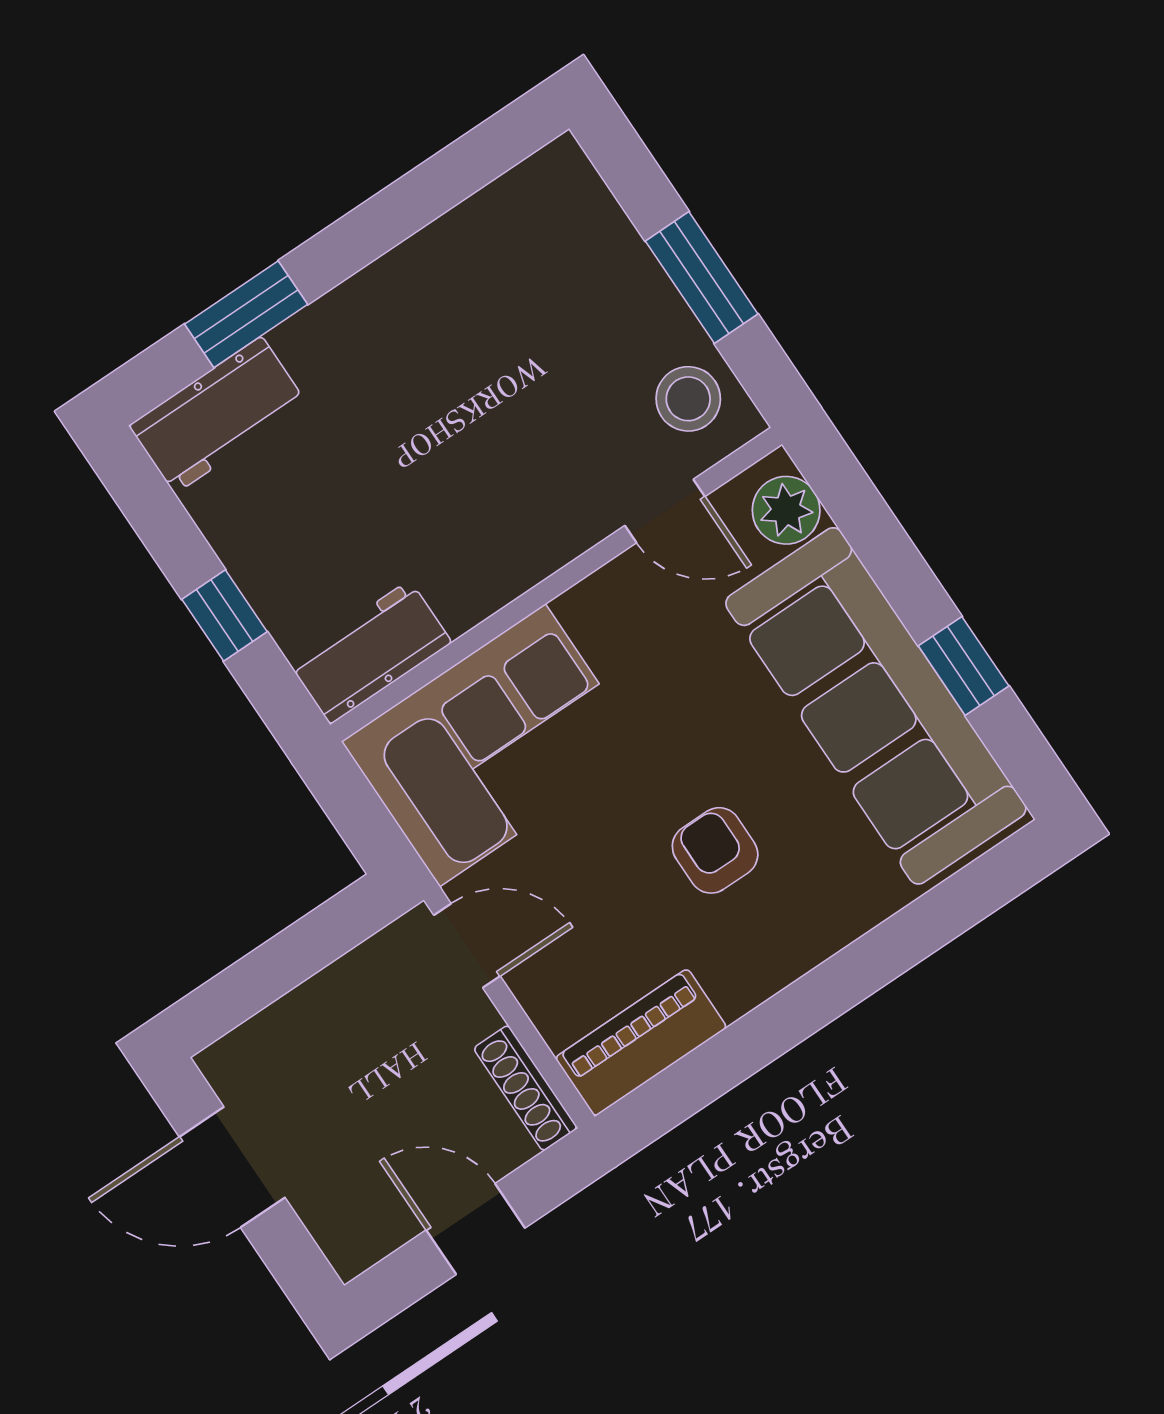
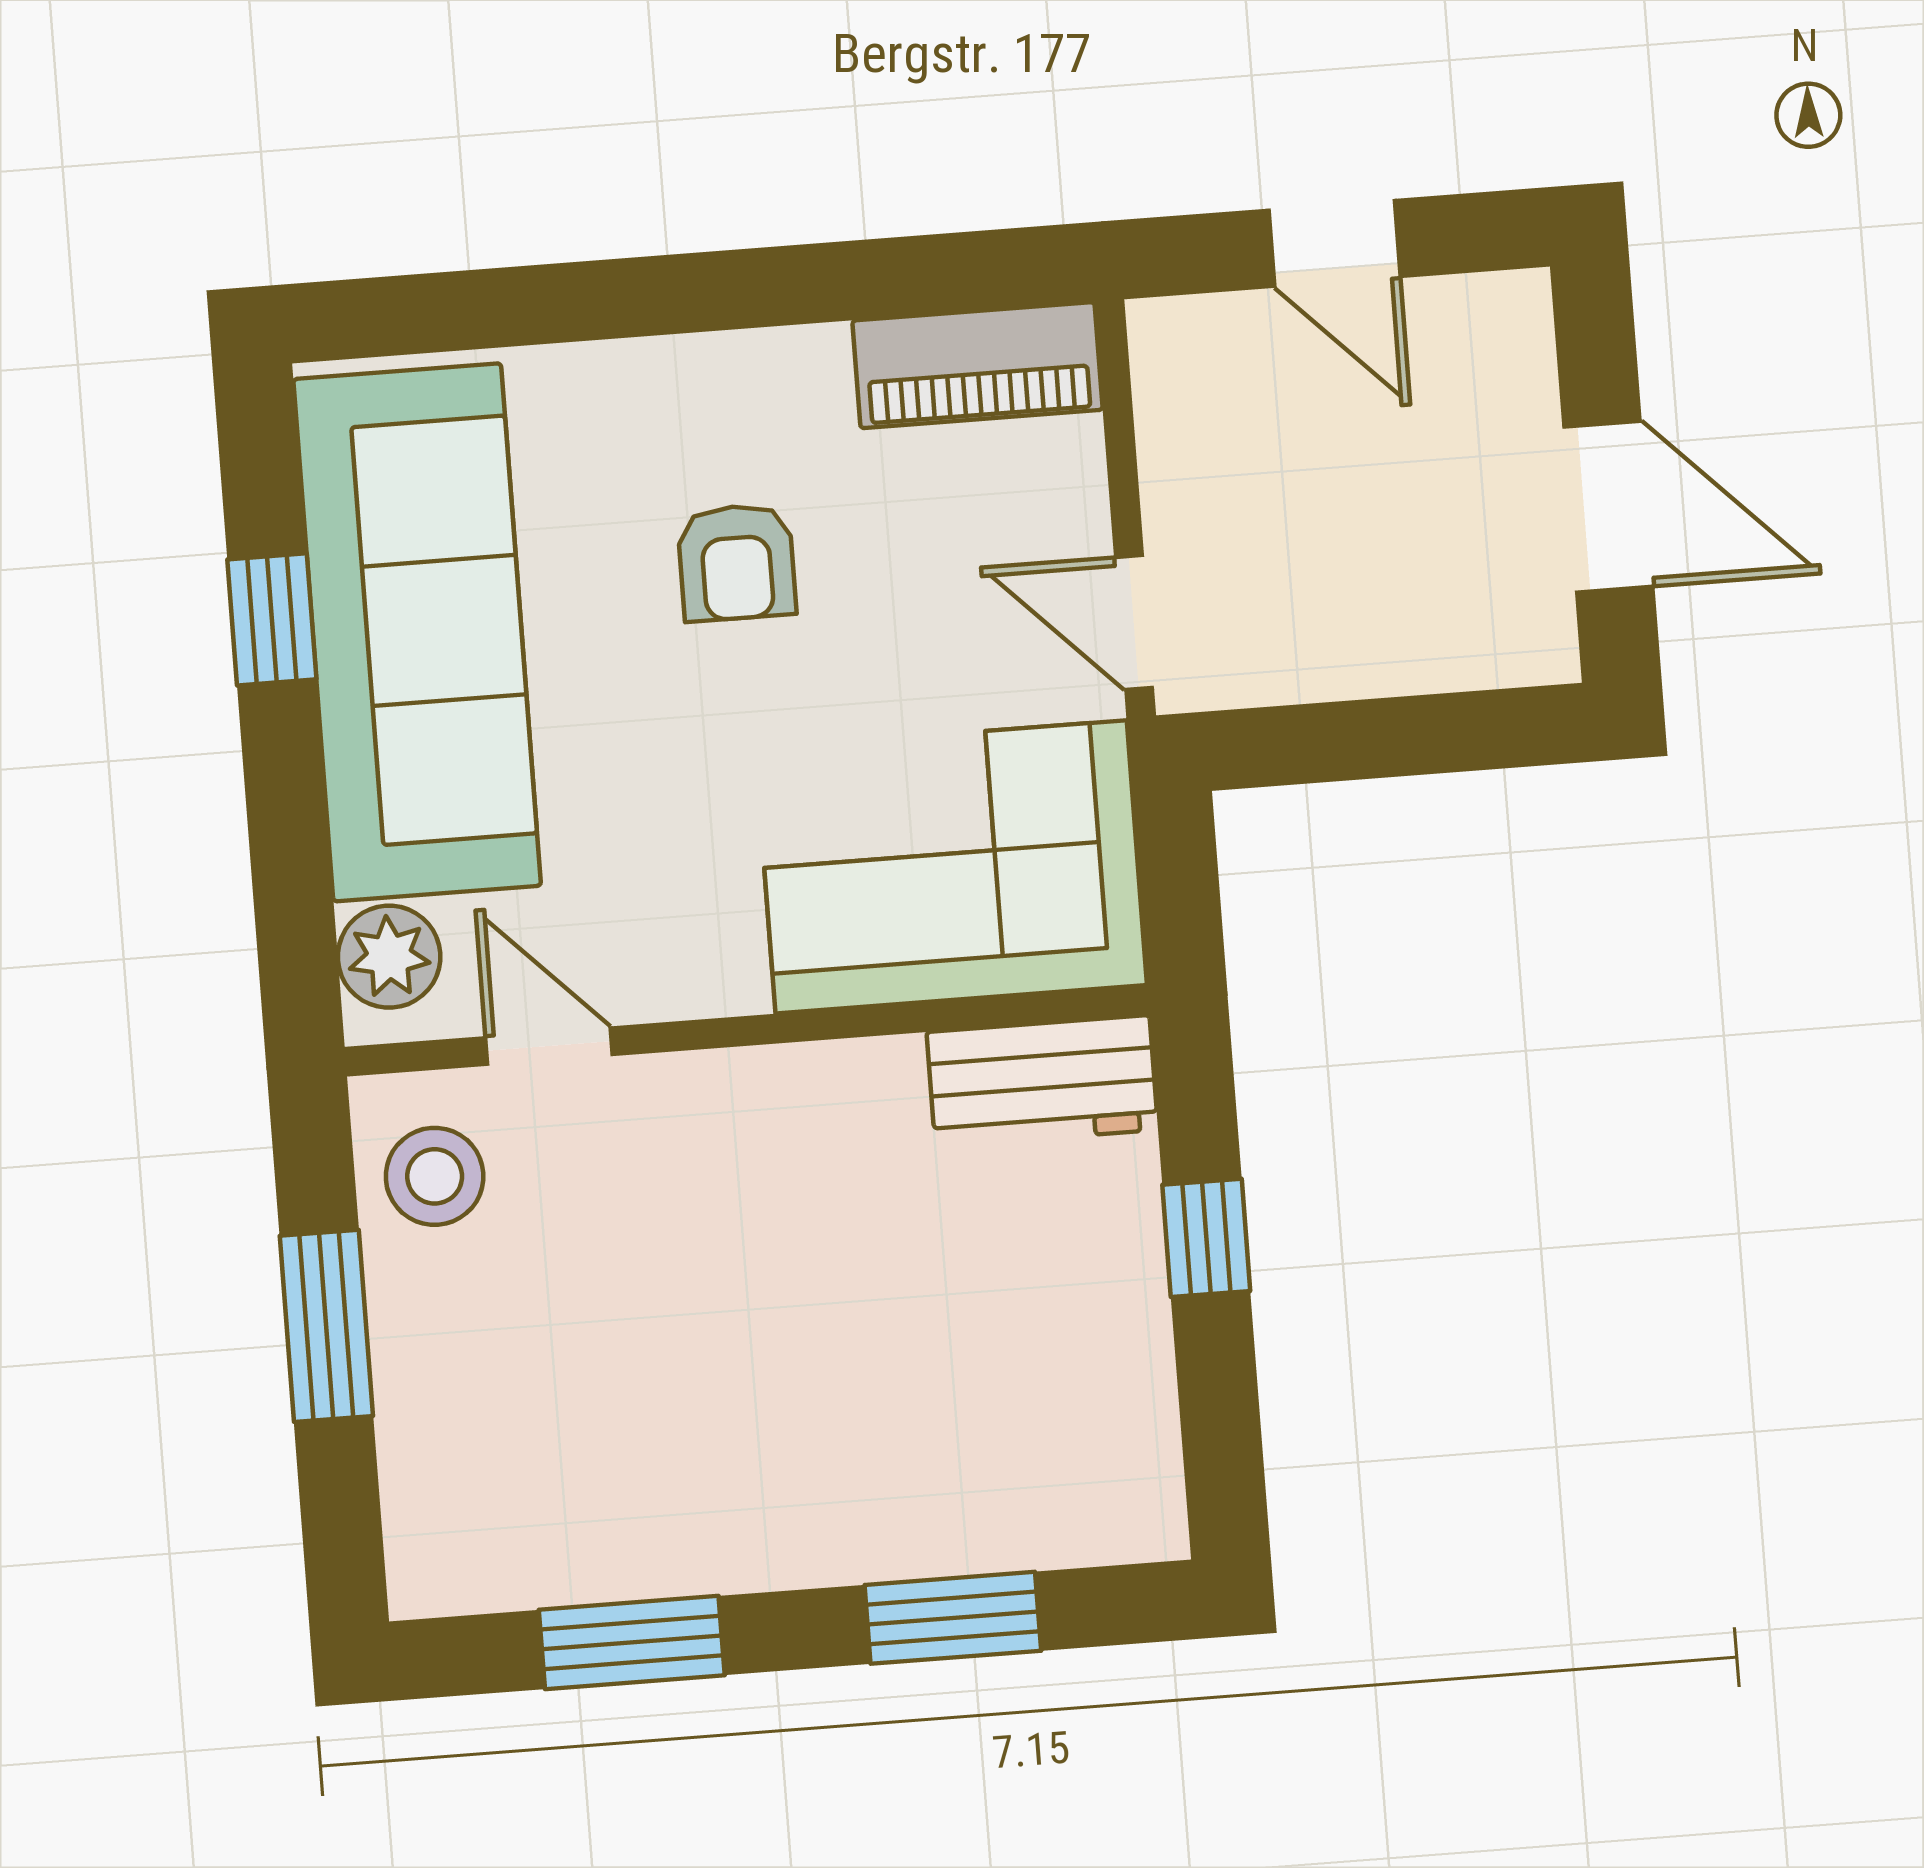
window: (423, 195) -> (632, 1643), added
workbench: (218, 415) -> (1065, 1506), removed
shoe rack: (526, 1088) -> (1163, 391), removed

